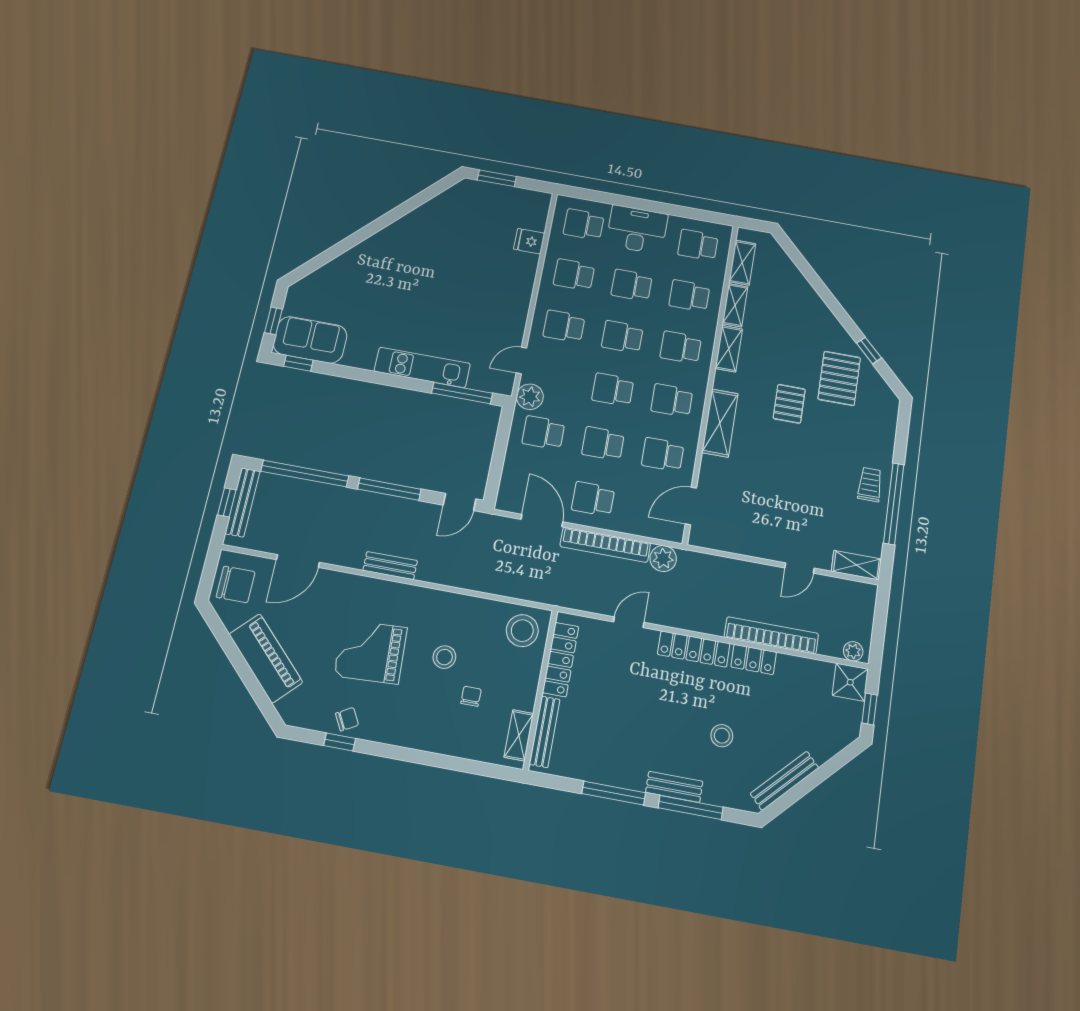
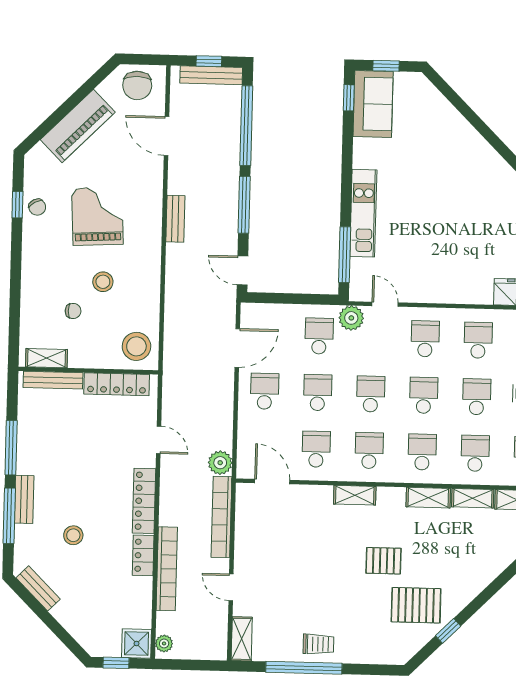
shelving: (720, 423) -> (355, 495), width x0.67, depth x0.75
bookcase: (605, 545) -> (222, 517), moved
bench: (785, 781) -> (38, 588), width x0.73

